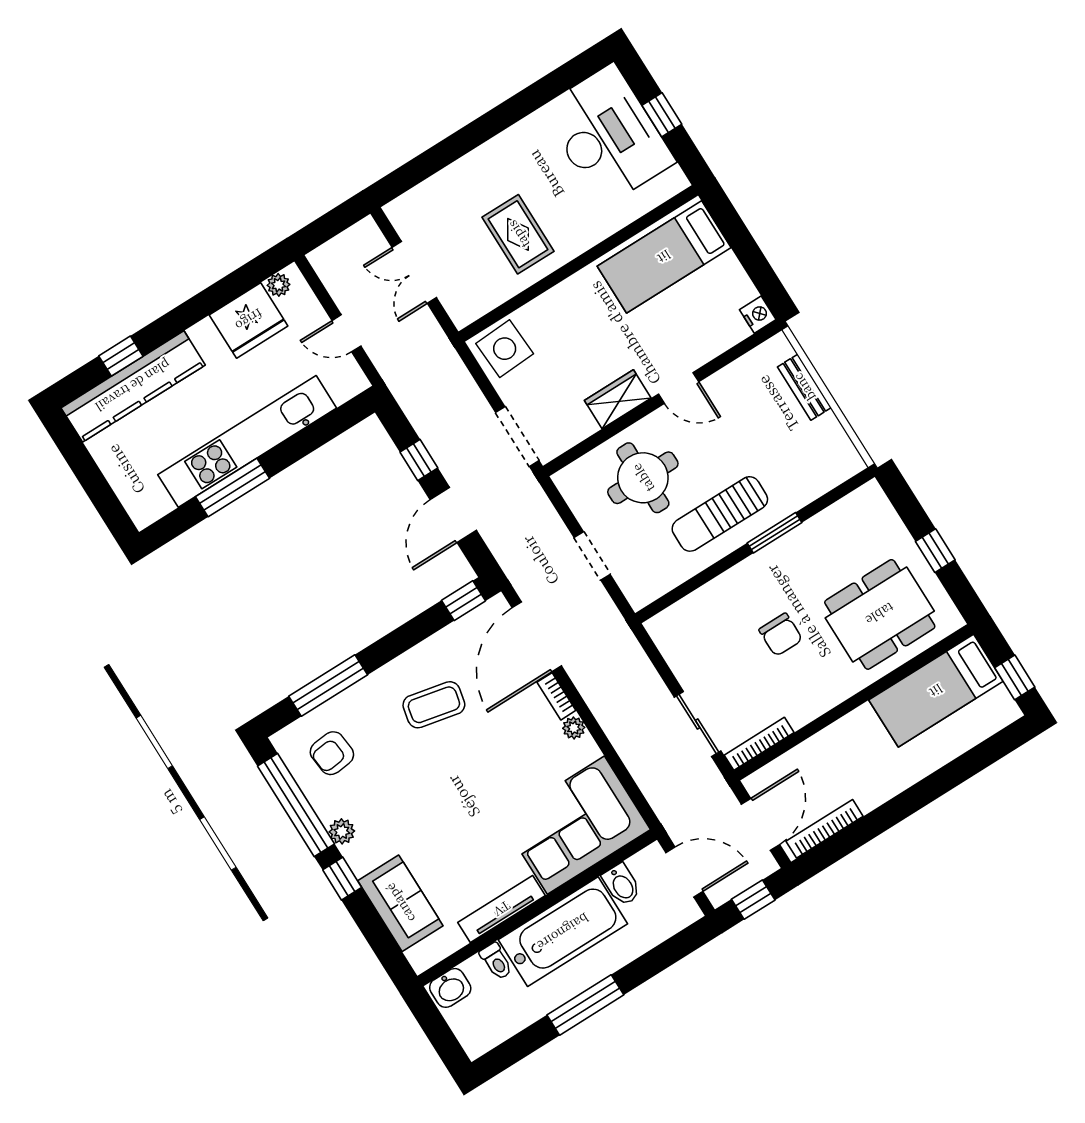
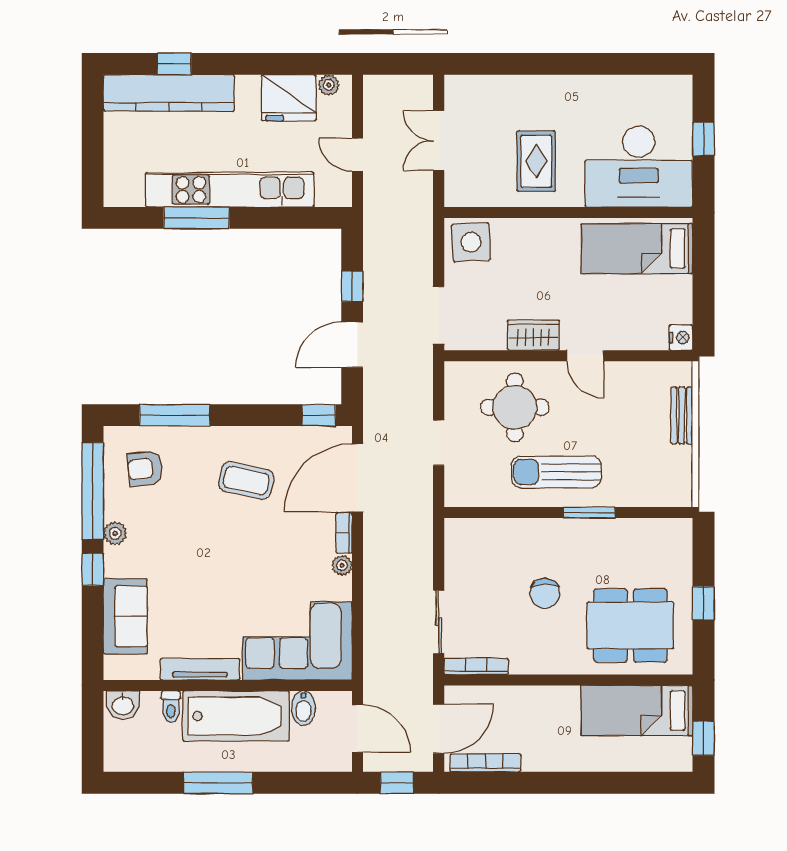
desk: (608, 135) -> (639, 167), moved, turned 90

